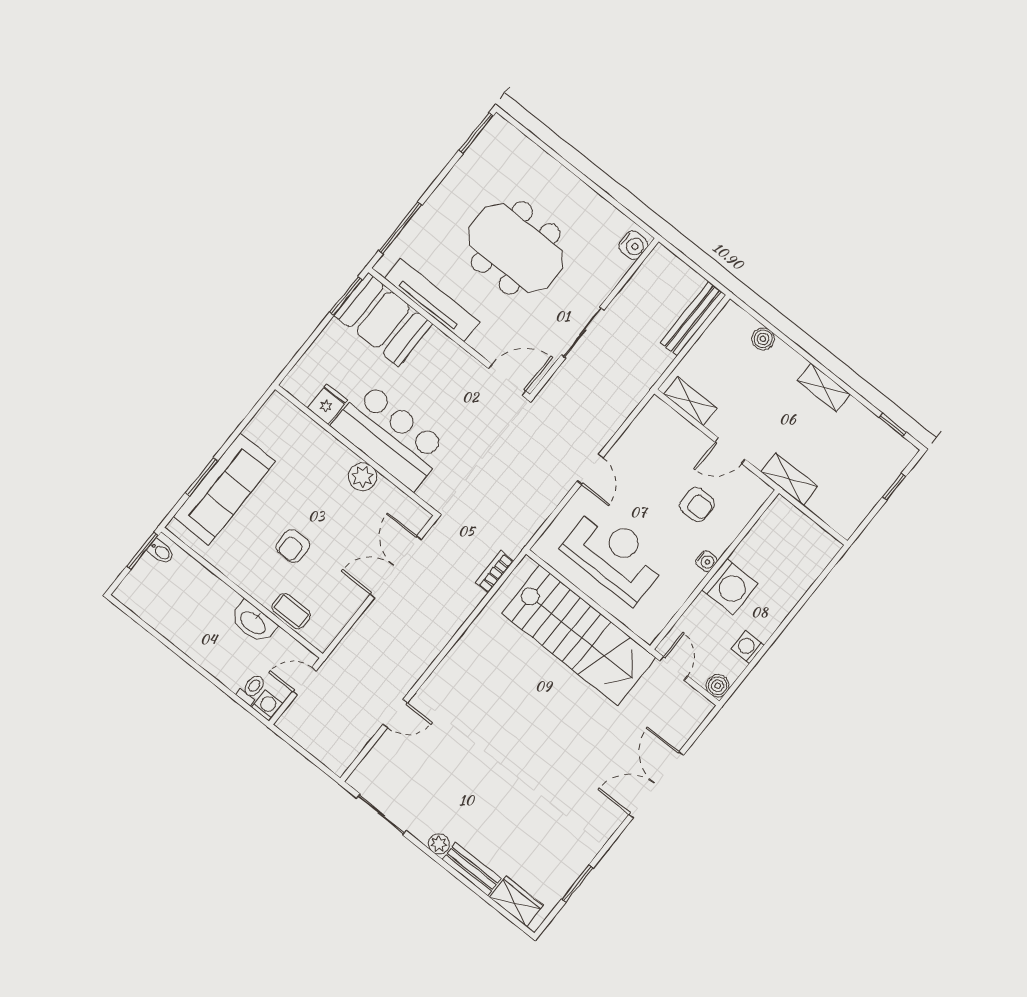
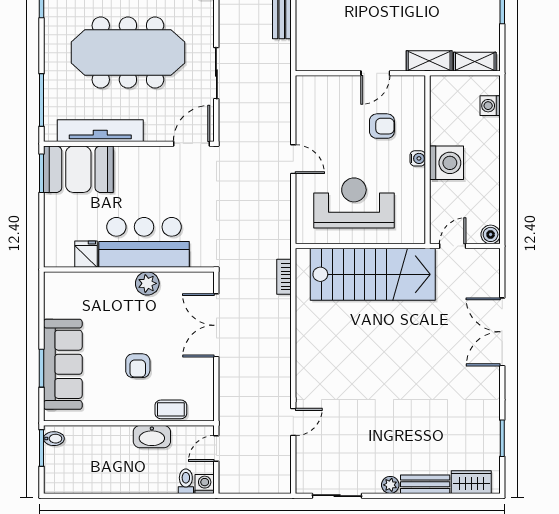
meeting table: (516, 248) -> (128, 53), width x1.36
shelving: (690, 401) -> (475, 62), moved
washing machine: (748, 647) -> (490, 106), moved
door: (674, 668) -> (453, 246), hinge flipped

